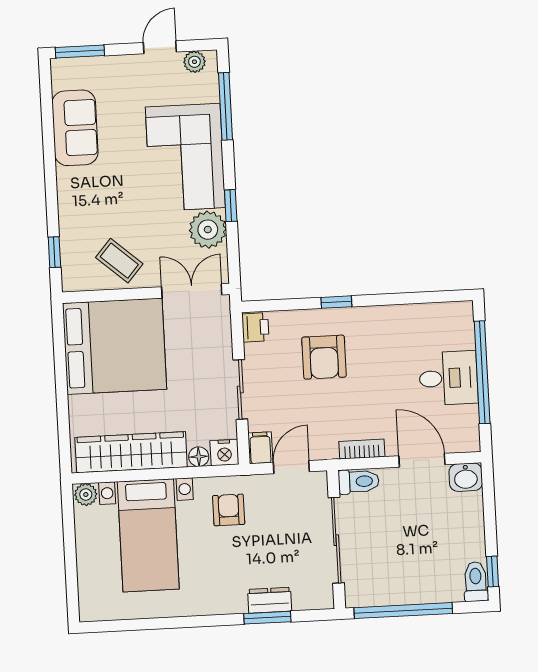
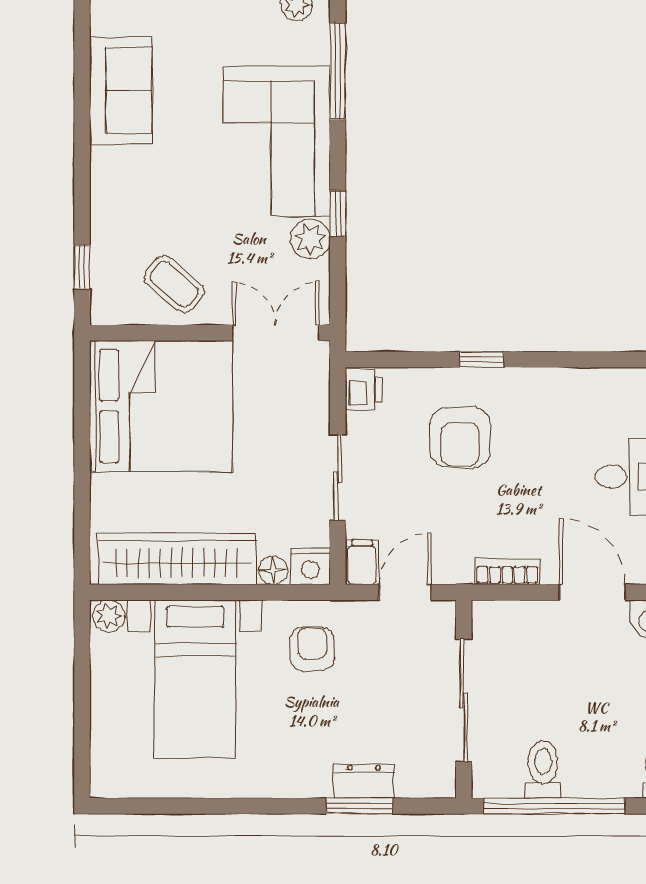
plant: (208, 230) -> (310, 239), width x0.73, depth x0.73
toilet: (359, 481) -> (543, 770), moved, turned -90

